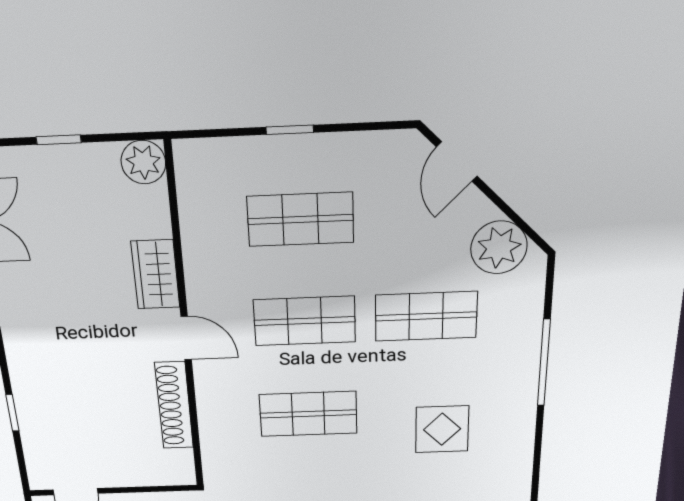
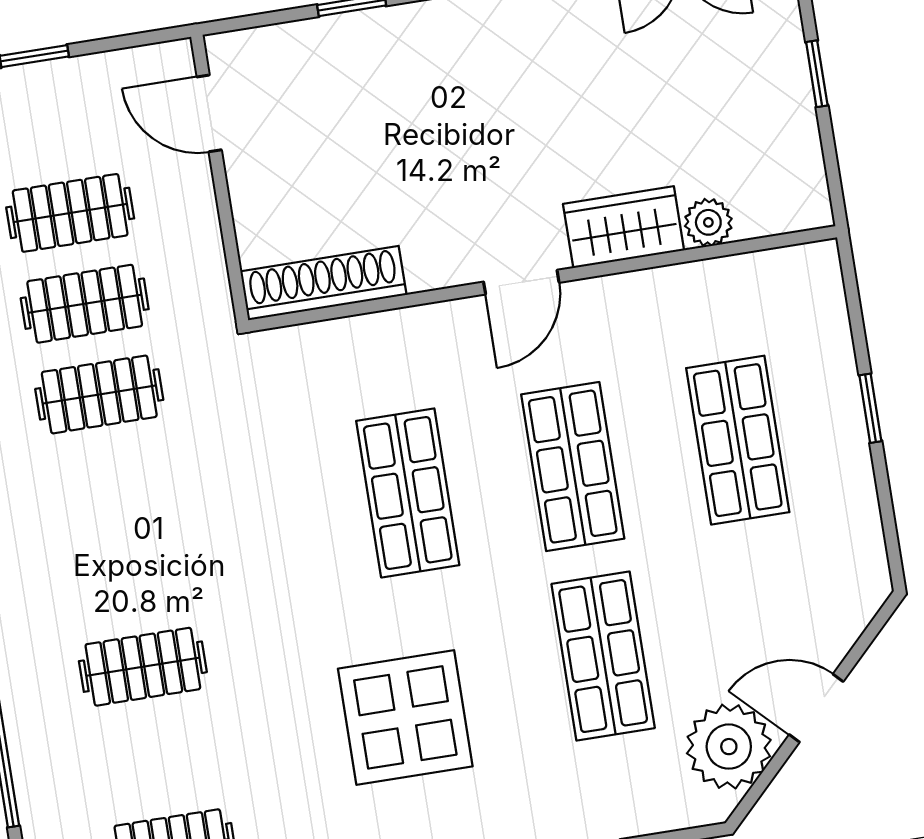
plant: (143, 162) -> (708, 222), moved, width x0.73, depth x0.73
door: (457, 162) -> (816, 708), moved
shoe rack: (174, 406) -> (323, 283), moved
display table: (442, 429) -> (405, 717), width x1.36, depth x1.36

